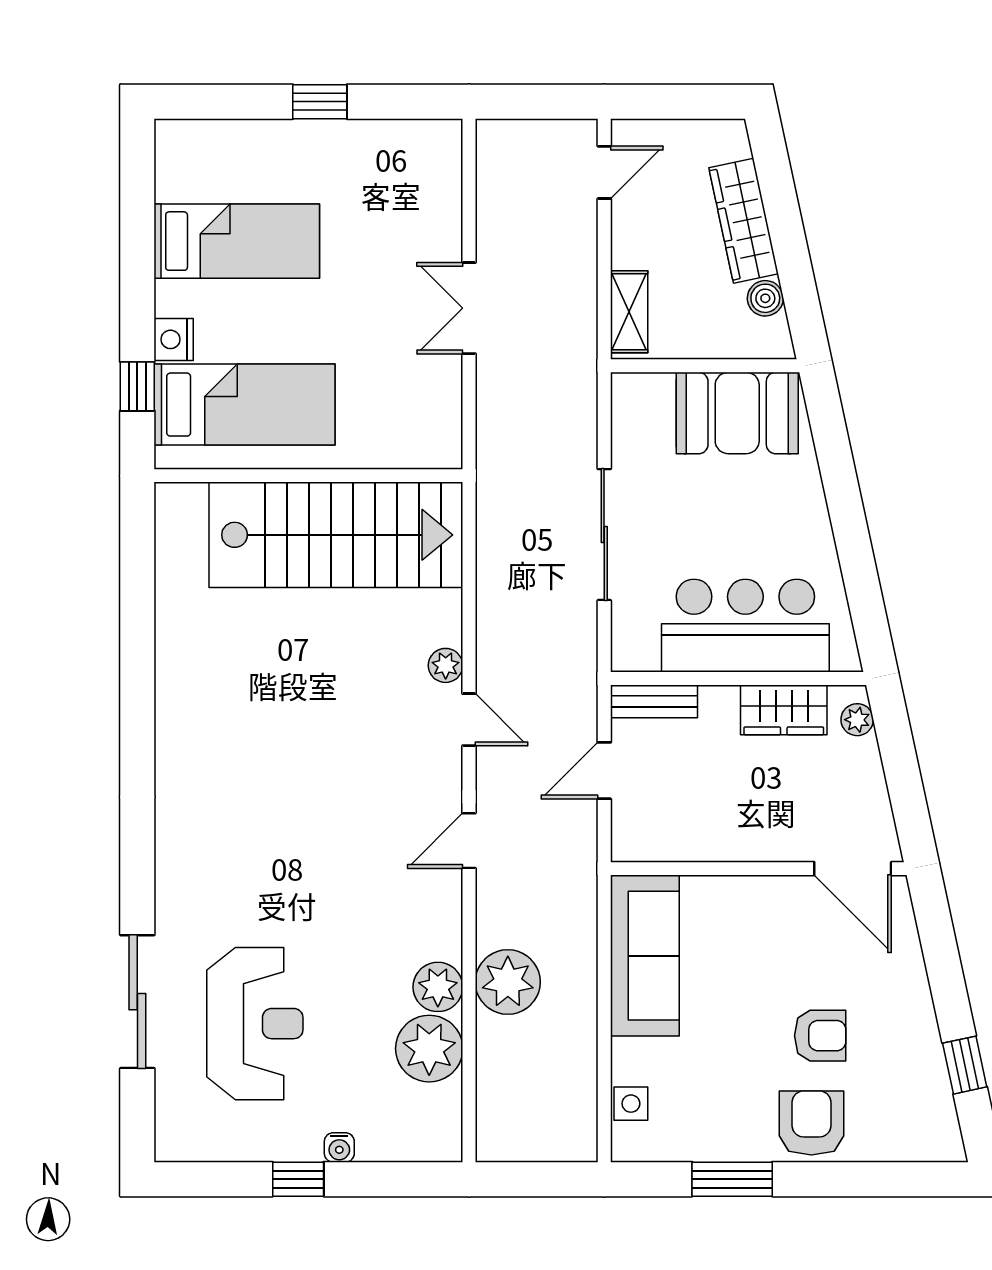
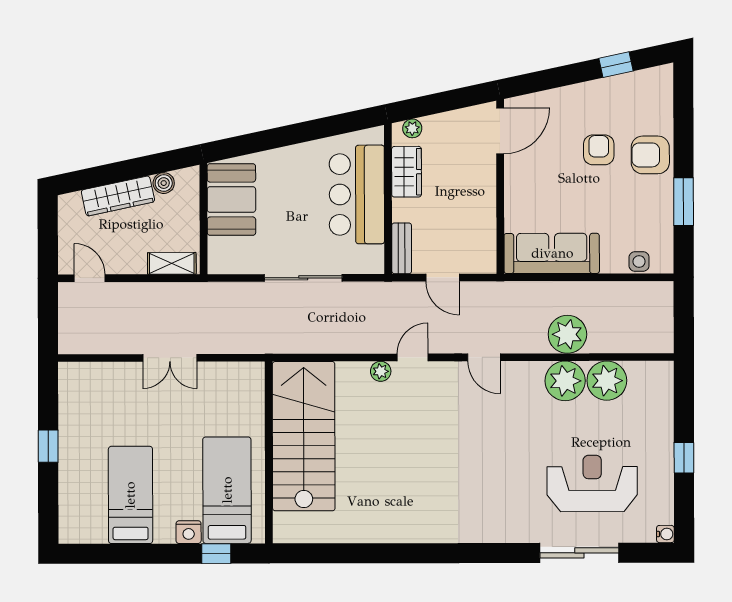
plant: (438, 987) -> (565, 381), width x1.36, depth x1.36
water cooler: (339, 1147) -> (665, 534), moved

